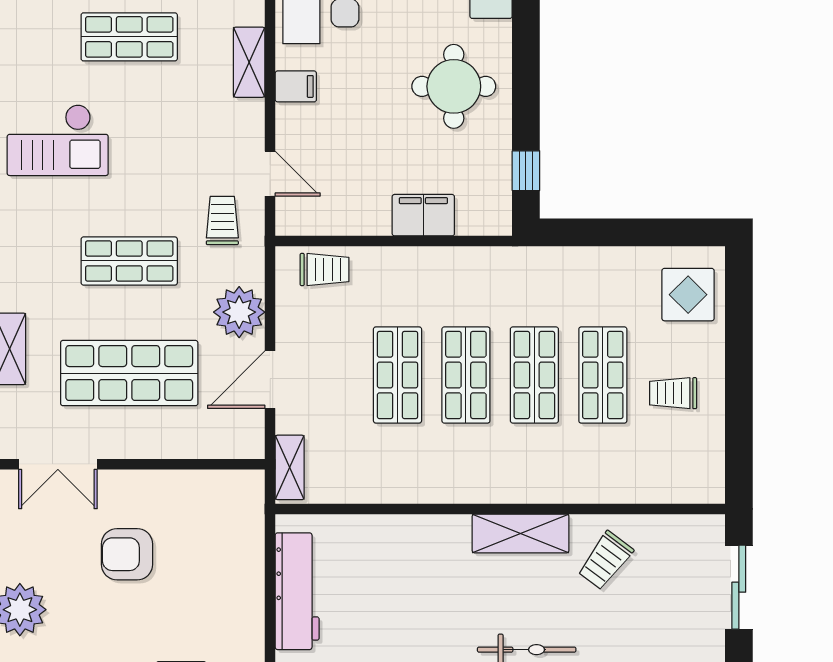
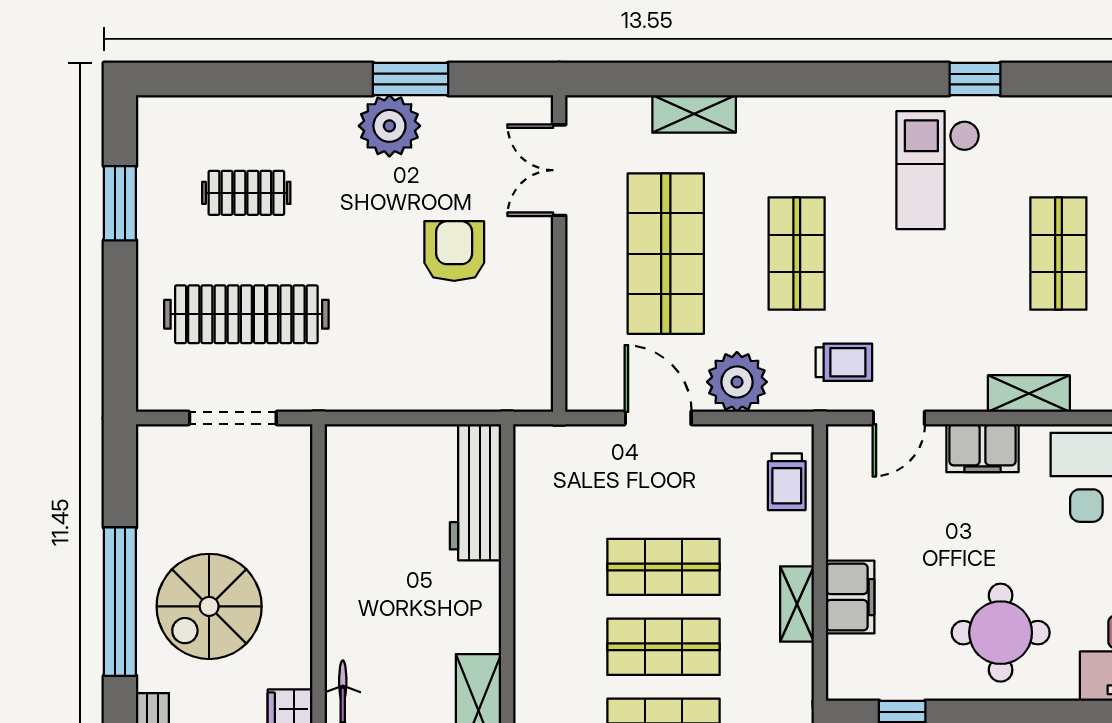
filing cabinet: (296, 86) -> (983, 448), width x2.00
shelving: (290, 467) -> (797, 604), moved, turned 90
workbench: (297, 591) -> (475, 492), moved, turned 90

